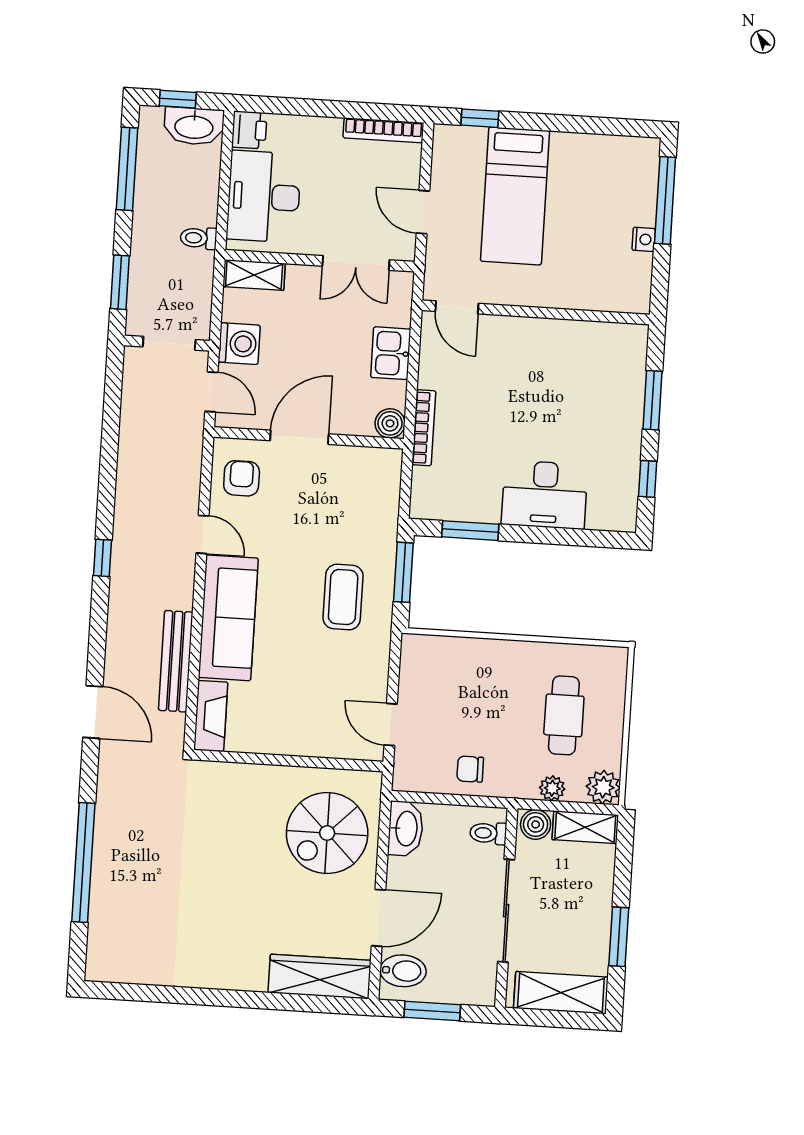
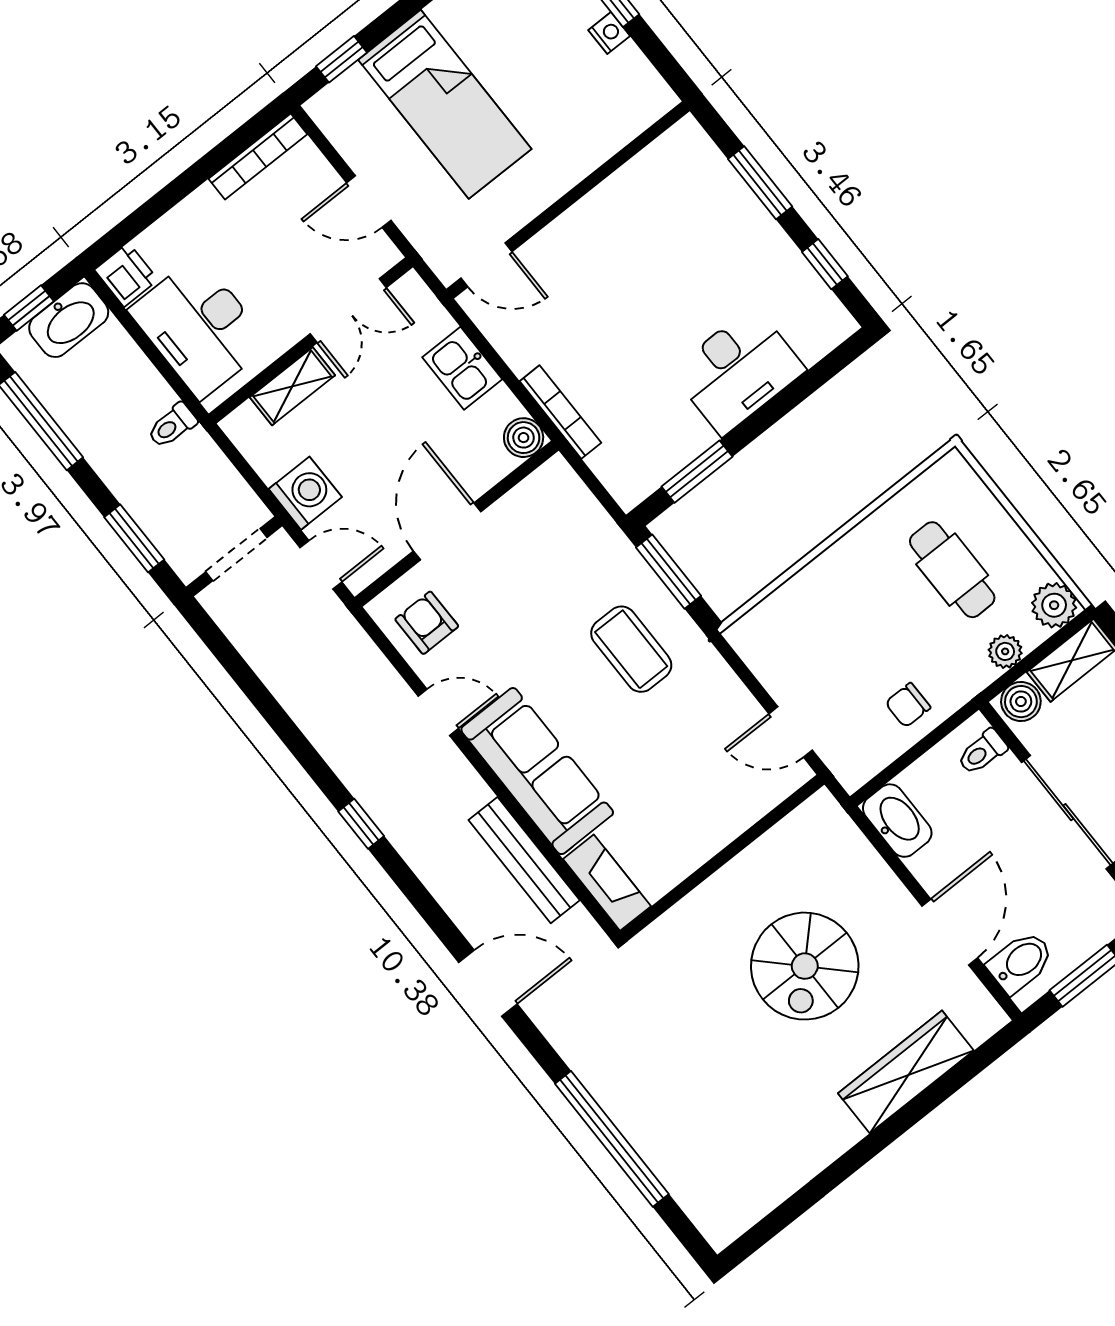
shelving: (254, 275) -> (292, 386), moved
spiral stairs: (327, 833) -> (805, 966), moved
wardrobe: (320, 977) -> (906, 1072), moved

